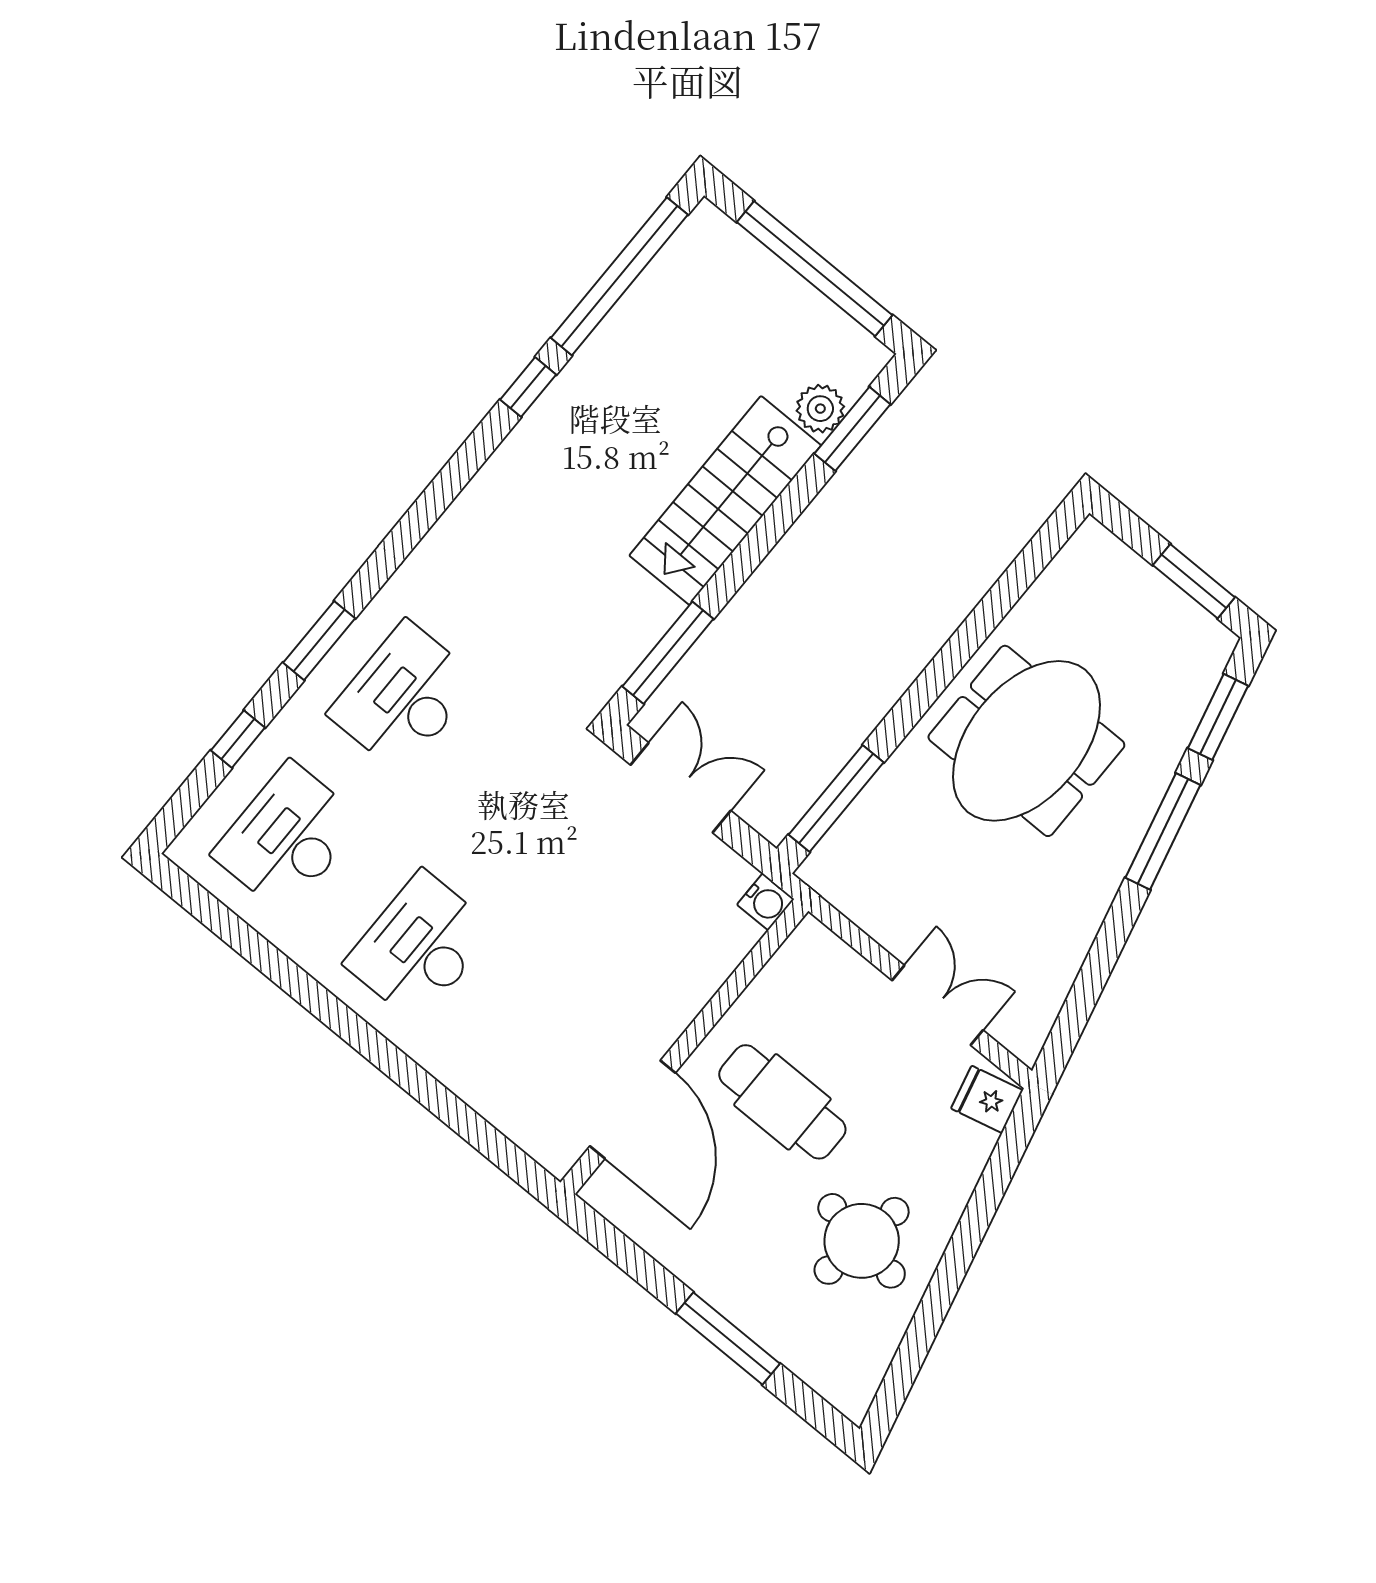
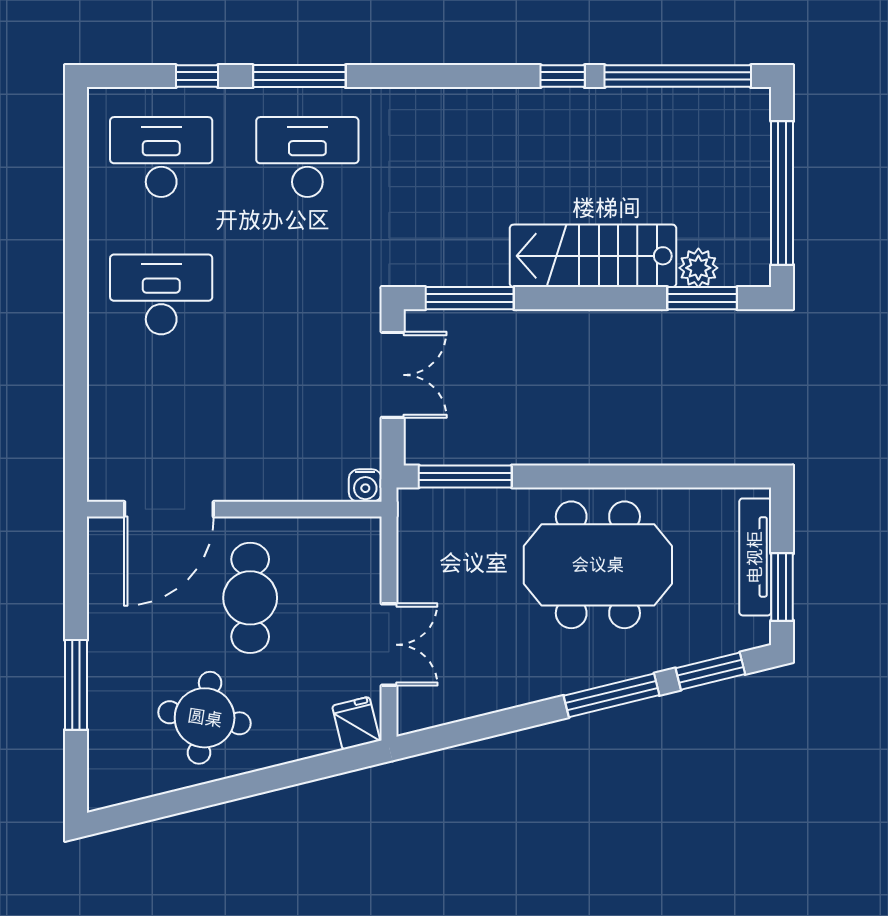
tv unit: (1144, 583) -> (755, 557), added
window: (319, 641) -> (299, 76), width x1.44

